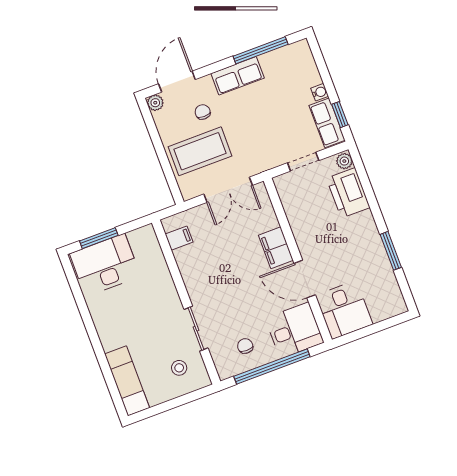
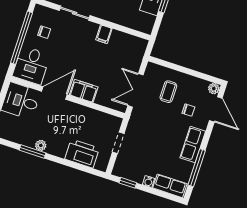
row of seats: (327, 123) -> (170, 186), moved
coffee table: (200, 151) -> (168, 92), width x0.54, depth x0.58
plant: (344, 161) -> (41, 145), moved
filing cabinet: (179, 238) -> (104, 34), moved

